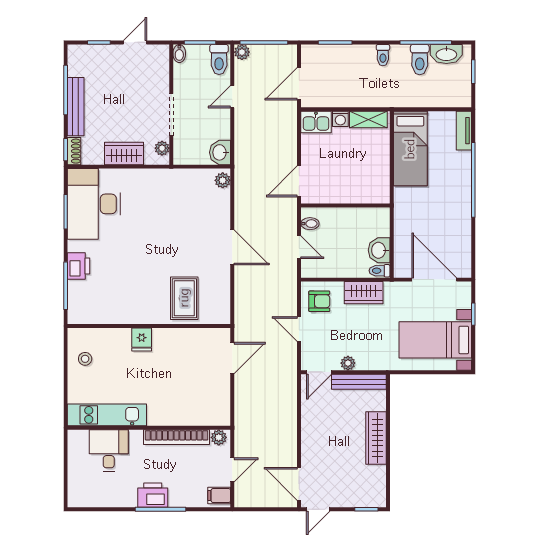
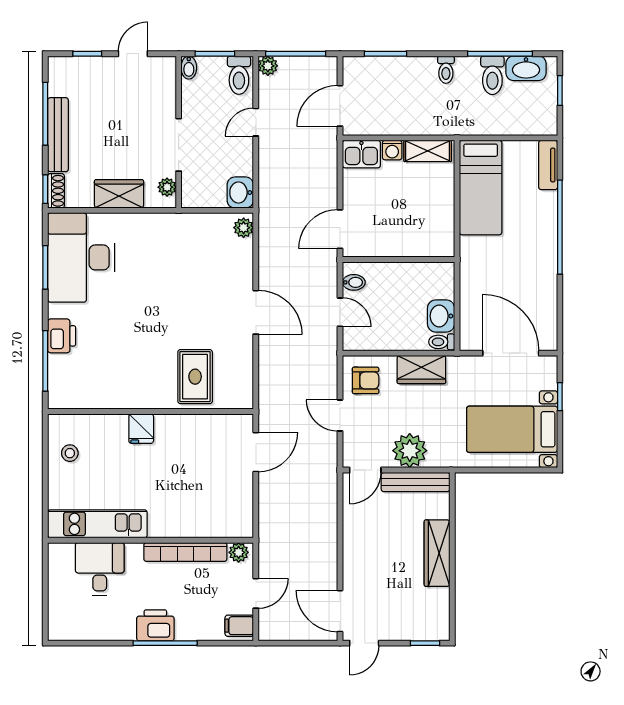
plant: (348, 363) -> (410, 451), width x1.88, depth x1.88

